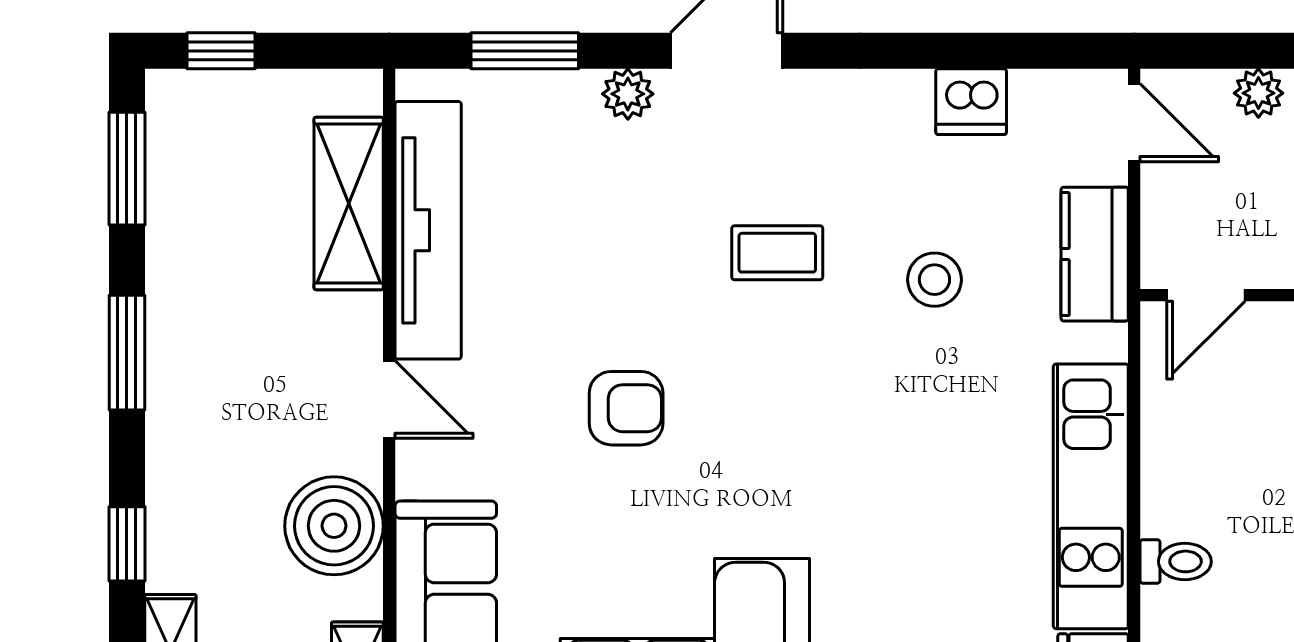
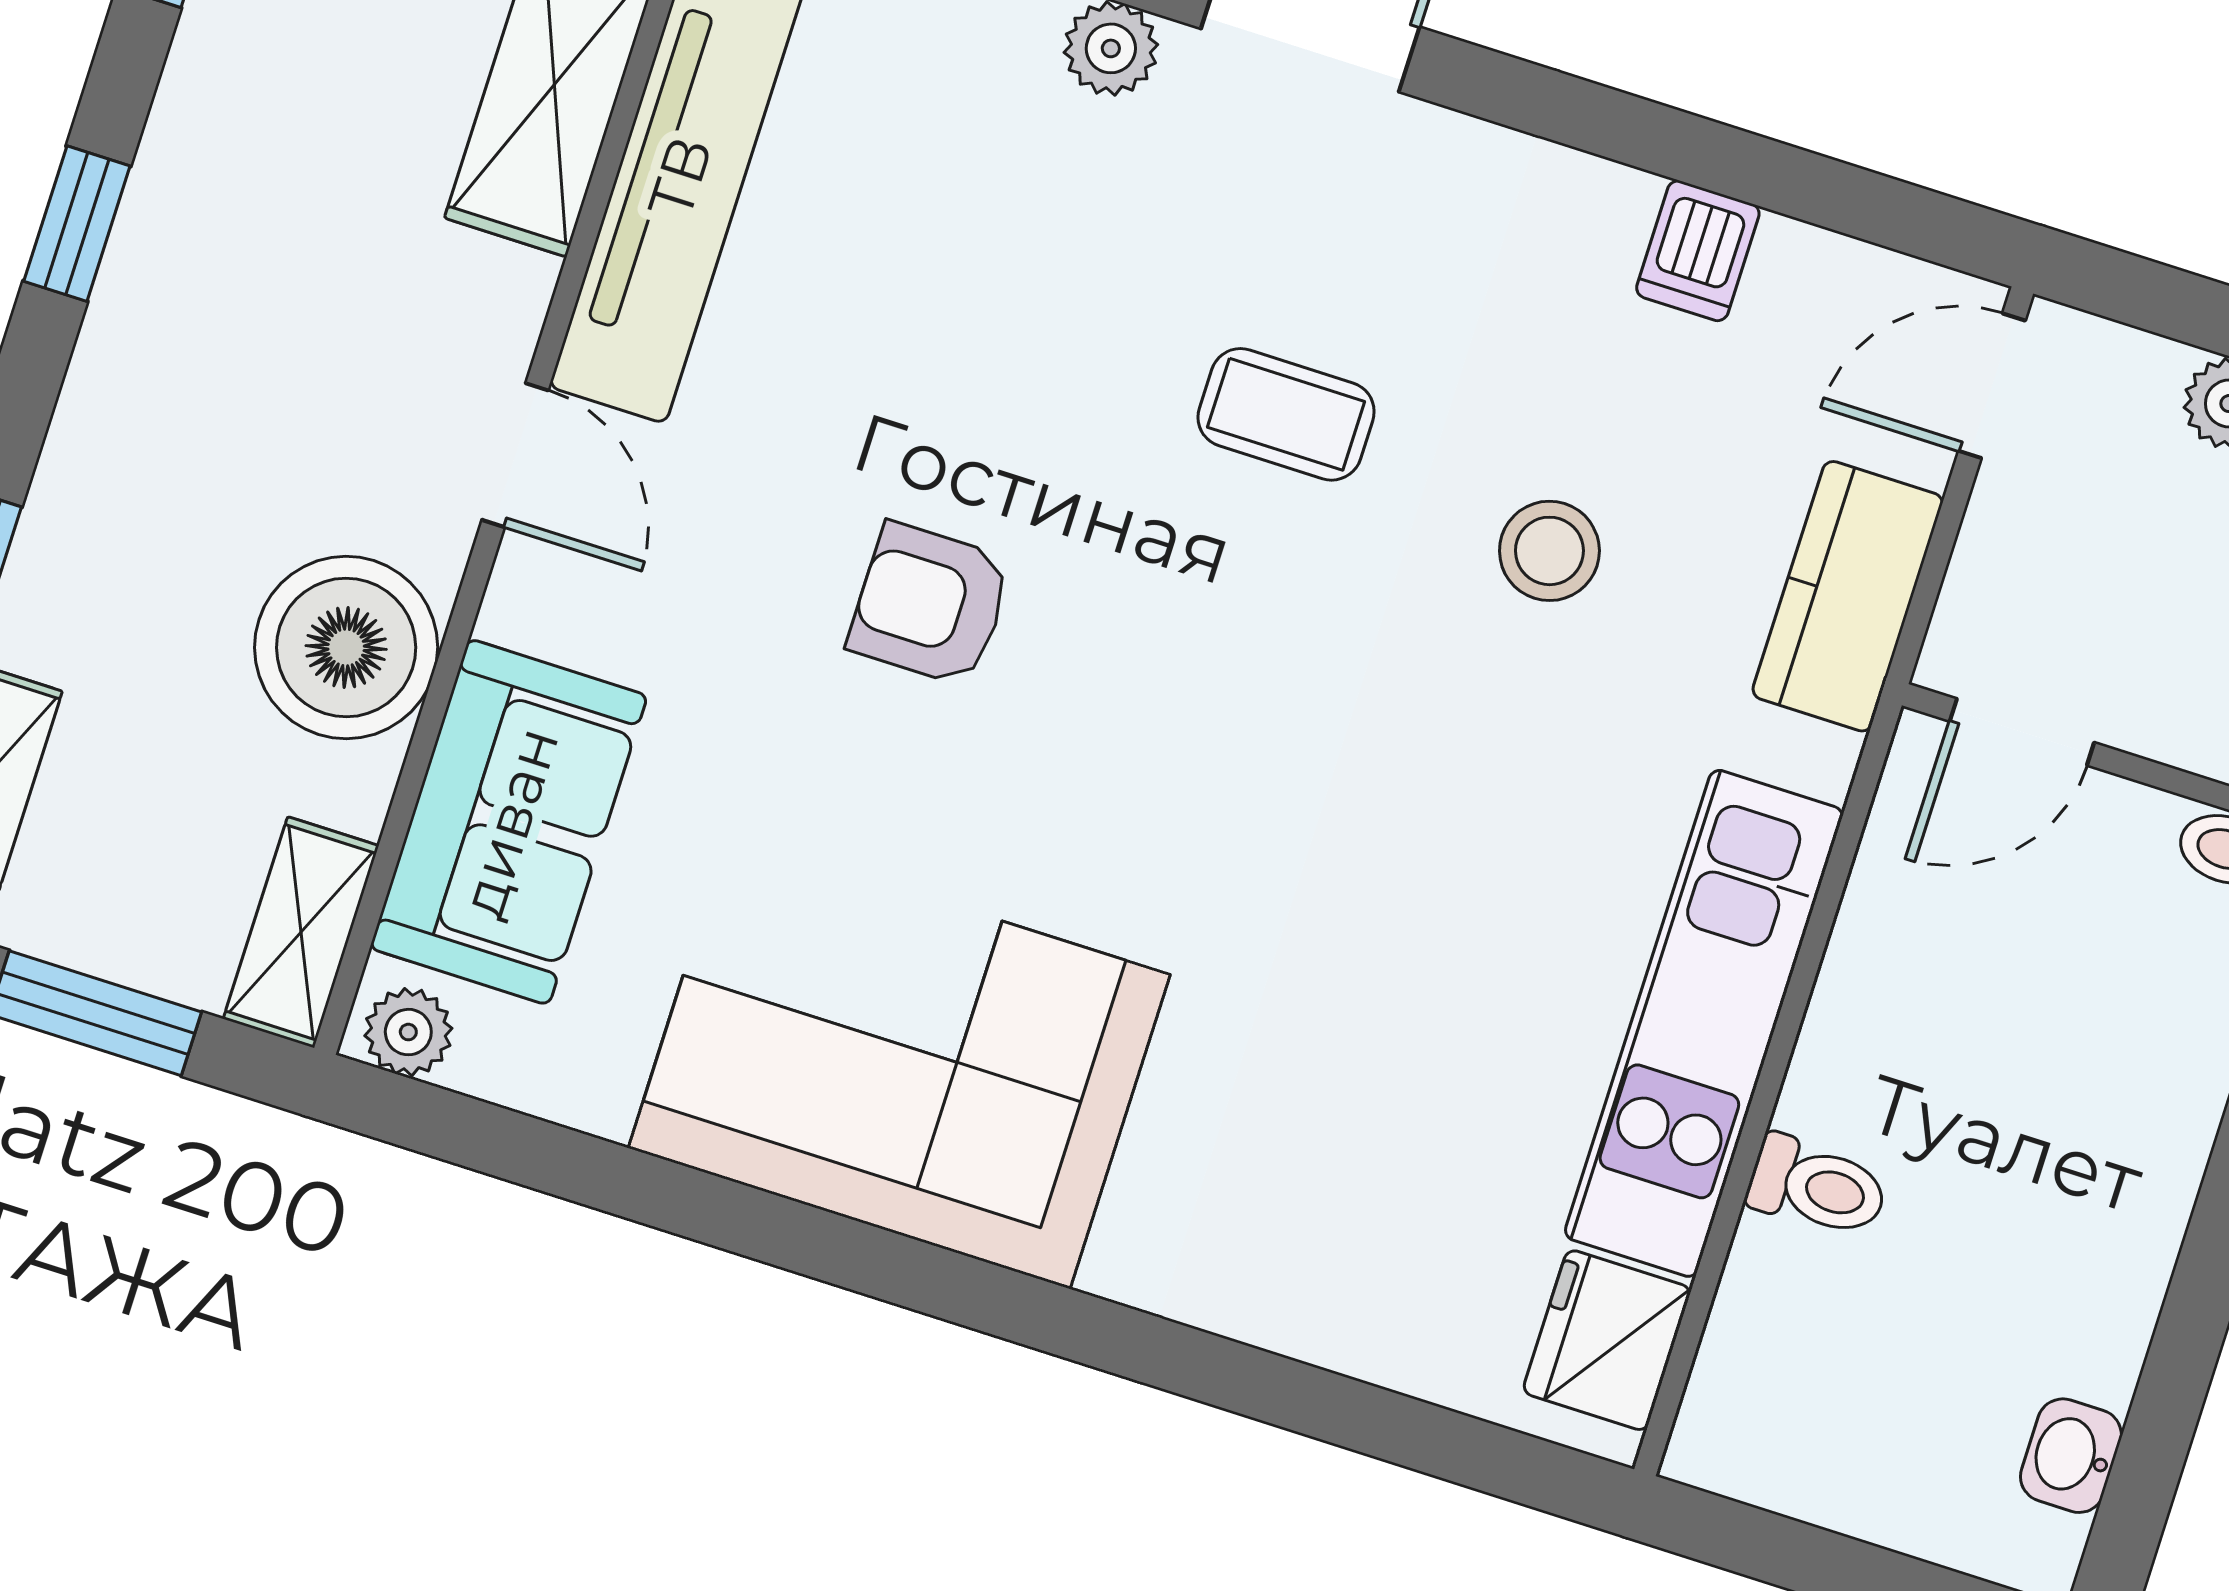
dishwasher: (971, 102) -> (1698, 251), width x0.73
door: (1134, 123) -> (1992, 386), swing flipped
window: (127, 353) -> (77, 224), width x0.67
armchair: (626, 408) -> (930, 604), turned 180

